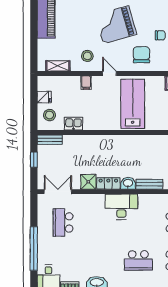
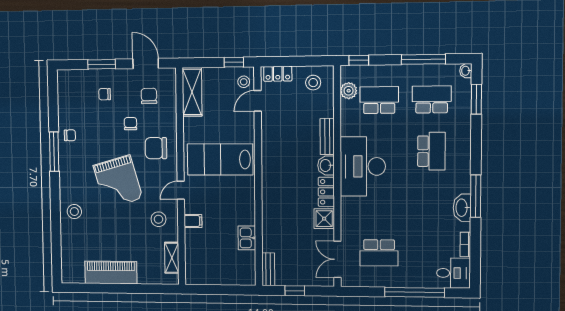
fridge: (44, 97) -> (212, 276), removed
stool: (50, 115) -> (236, 269), removed
desk: (121, 207) -> (363, 166), width x1.36, depth x1.30

